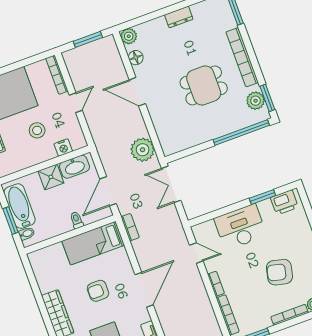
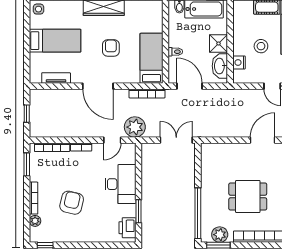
dining table: (204, 85) -> (248, 197), turned 90
plant: (143, 150) -> (135, 127), moved
bookcase: (130, 227) -> (147, 93), width x1.56

